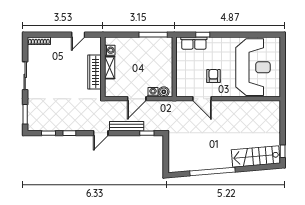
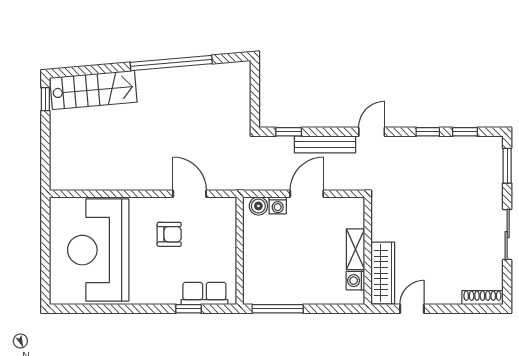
wardrobe: (94, 72) -> (383, 273), moved
armchair: (213, 76) -> (169, 234), turned -90

